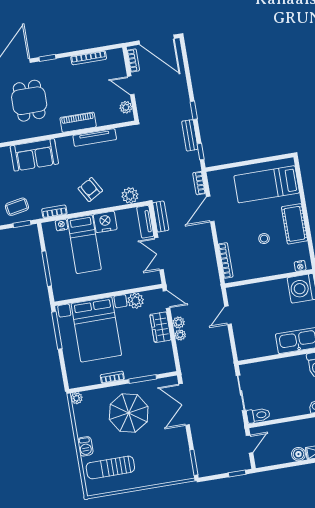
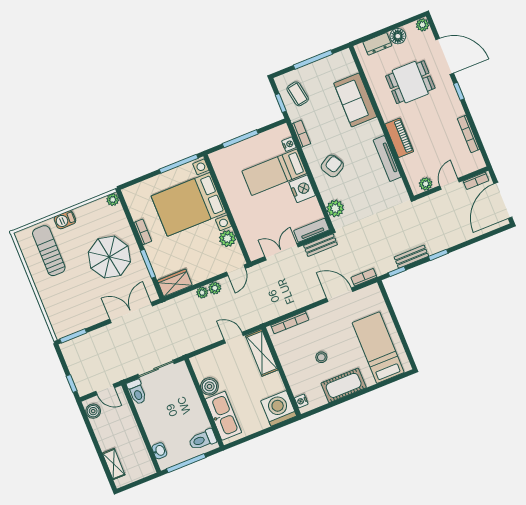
shelving: (248, 292) -> (262, 353), added
wardrobe: (160, 327) -> (175, 283), moved
boiler: (268, 347) -> (209, 386), added
boiler: (298, 454) -> (93, 411), moved

